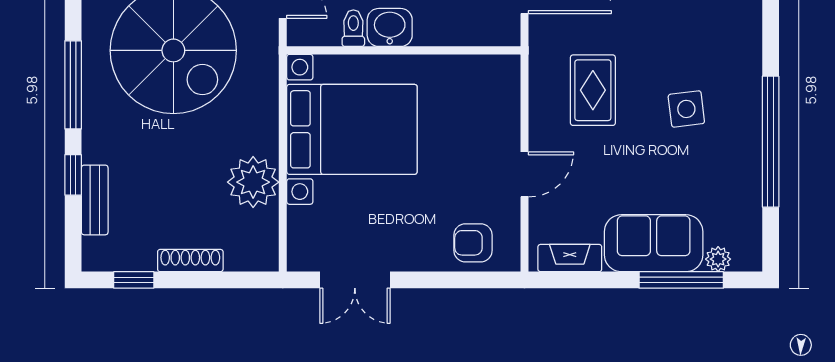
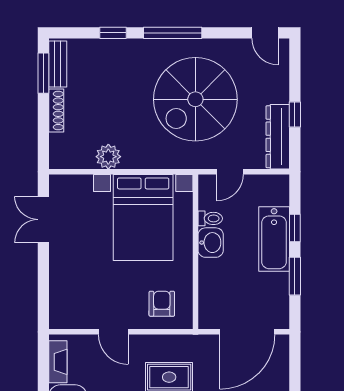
plant: (253, 182) -> (108, 157), width x0.73, depth x0.73
bench: (95, 200) -> (58, 64), moved, turned 90
armchair: (473, 243) -> (162, 304), moved
window: (134, 280) -> (43, 73), width x1.50

